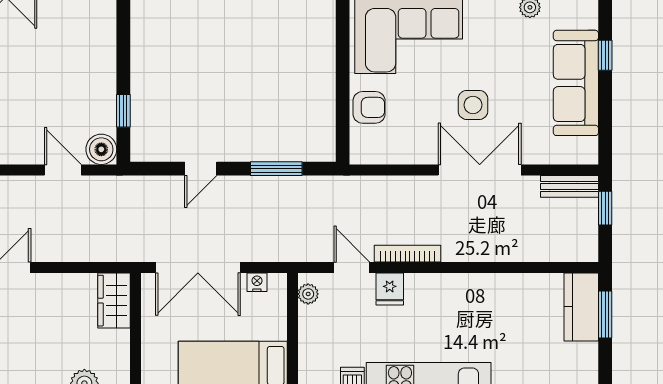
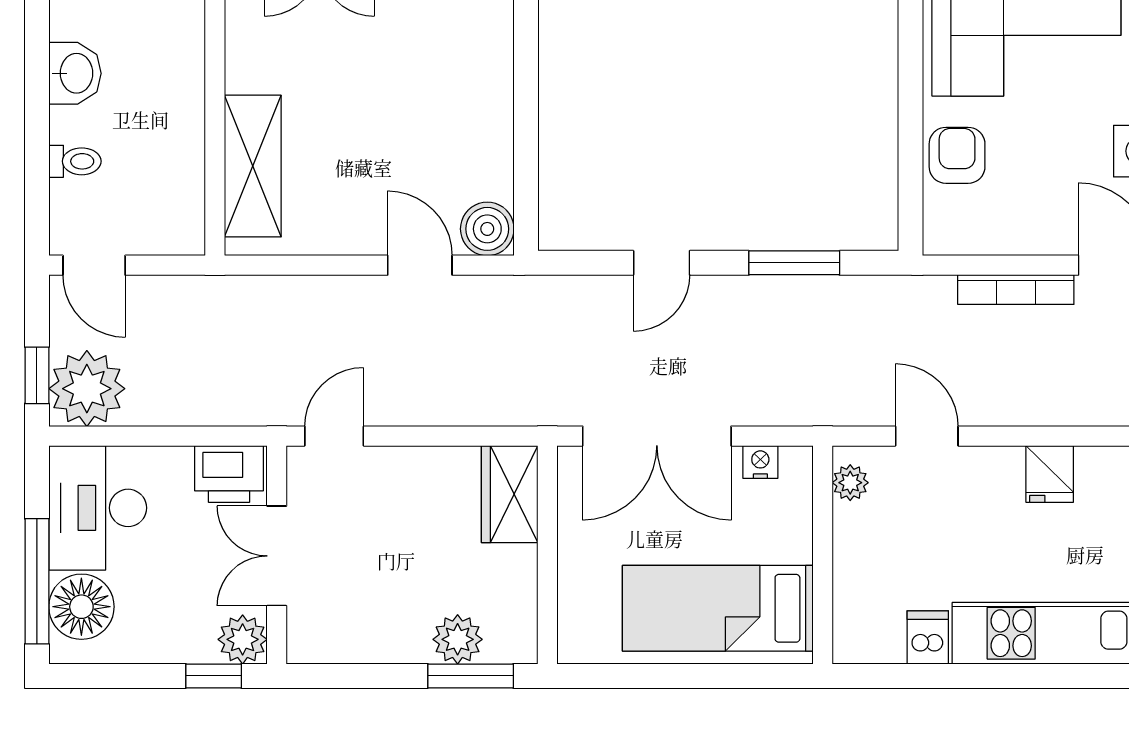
armchair: (369, 107) -> (957, 155), turned -90
window: (123, 111) -> (526, 161), removed
bookcase: (407, 254) -> (1016, 290), moved, turned 180
fridge: (390, 289) -> (1050, 474), moved

